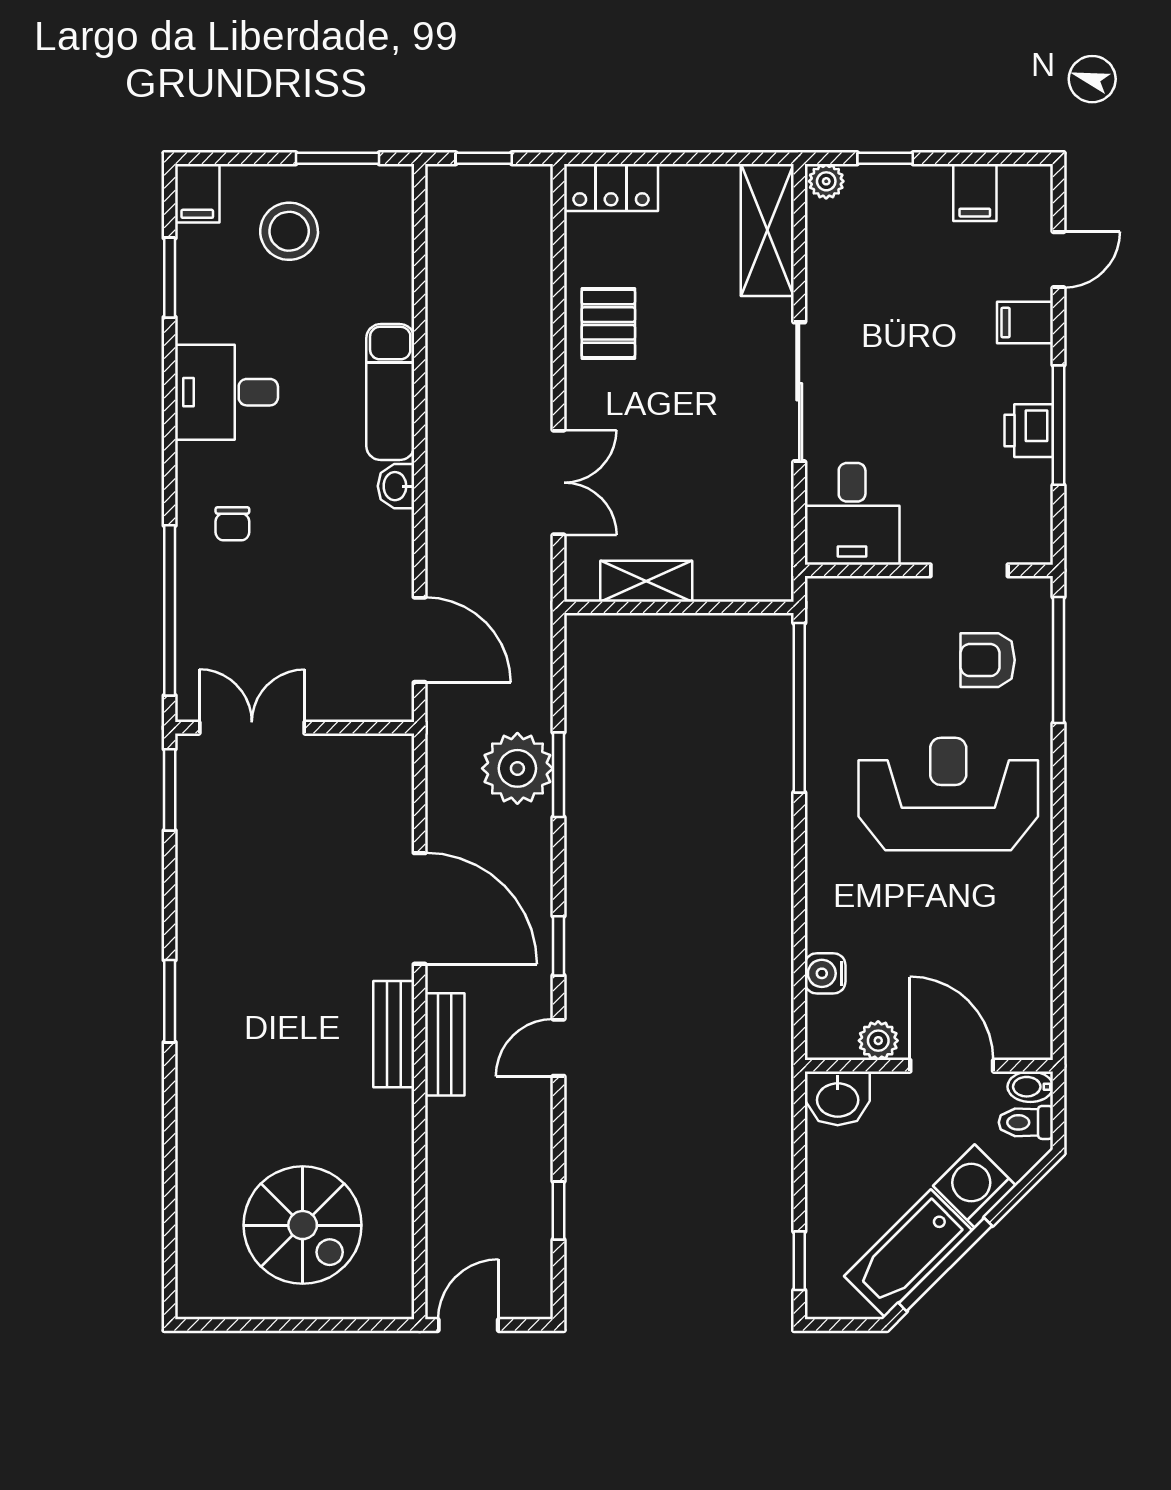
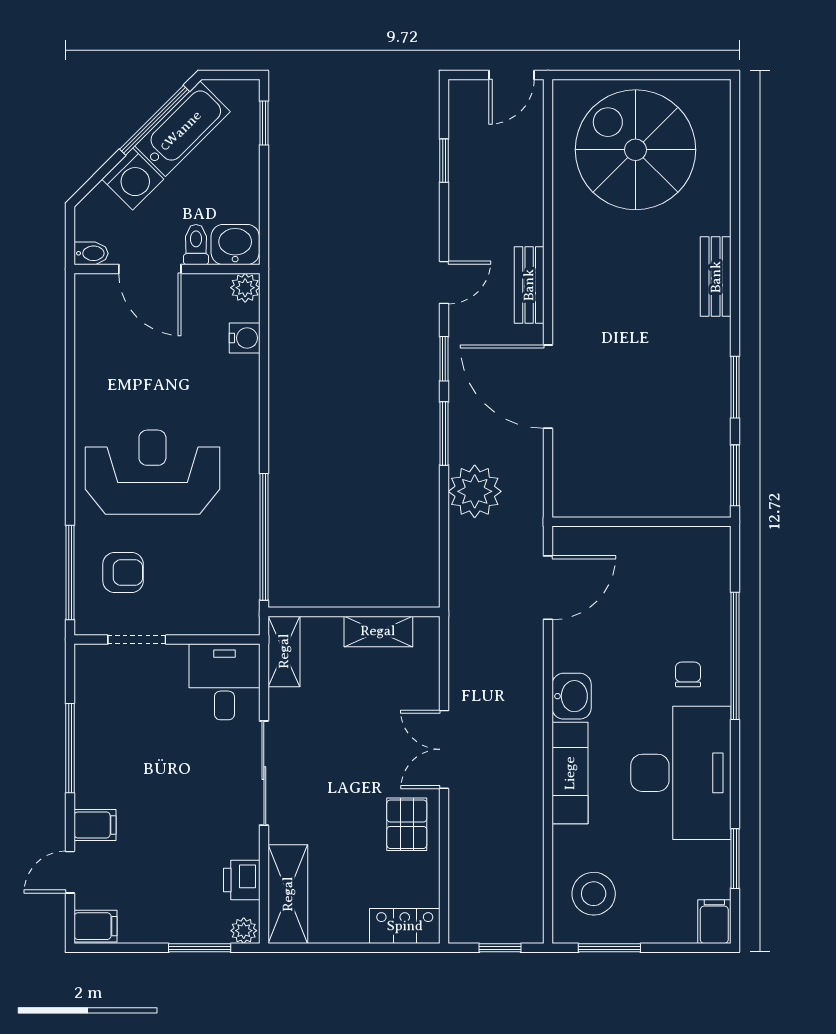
window: (885, 158) -> (200, 948), width x1.50
filing cabinet: (975, 193) -> (96, 926), moved, turned 90
stool: (289, 231) -> (594, 894), moved
desk: (226, 392) -> (681, 773), width x1.87, depth x1.30
printer: (1029, 431) -> (242, 880), moved, turned 180
double door: (559, 483) -> (444, 749), moved
washbasin: (396, 486) -> (572, 696), width x1.38, depth x1.45
shelving: (772, 555) -> (284, 651), added
window: (170, 610) -> (735, 656), moved
door: (420, 640) -> (548, 588), swing flipped
double door: (252, 728) -> (673, 522), removed
window: (559, 775) -> (444, 434), moved
reception desk: (948, 794) -> (152, 472), turned 180
window: (170, 1001) -> (735, 387), moved
bench: (394, 1034) -> (716, 277), moved
plant: (878, 1041) -> (245, 288), moved
toilet: (1026, 1122) -> (196, 245), moved, turned -90
spiral stairs: (303, 1225) -> (635, 150), width x1.37, depth x1.37

